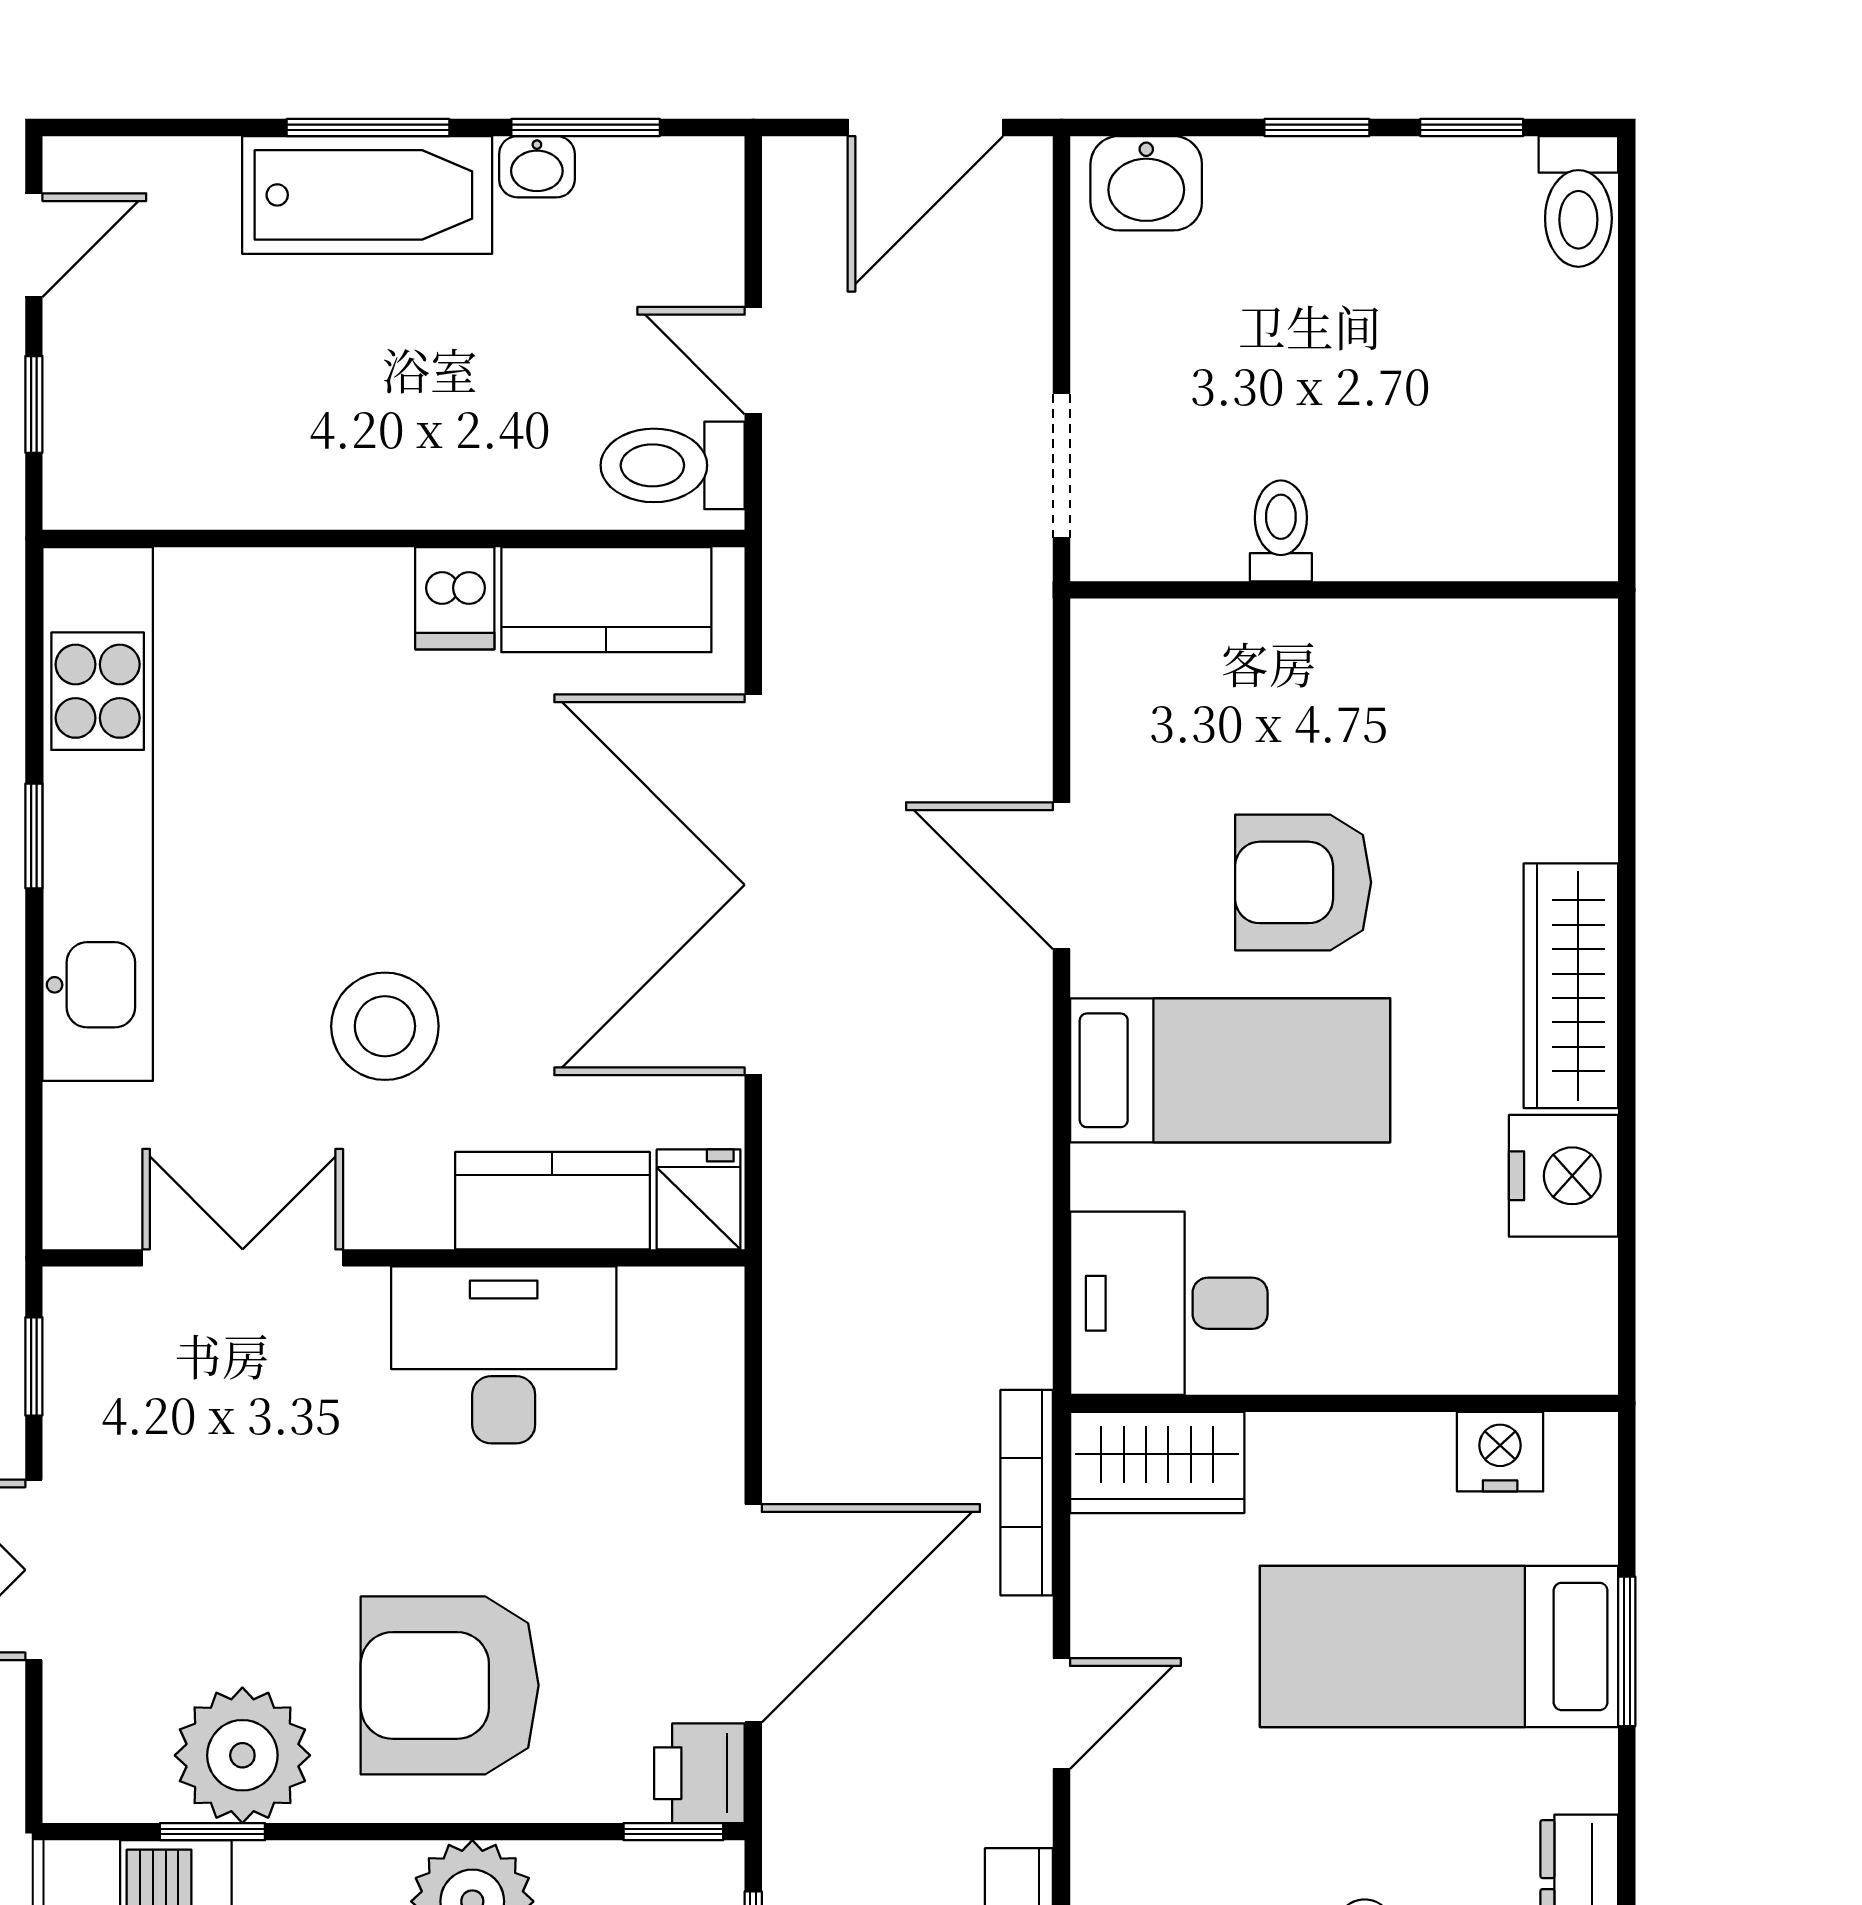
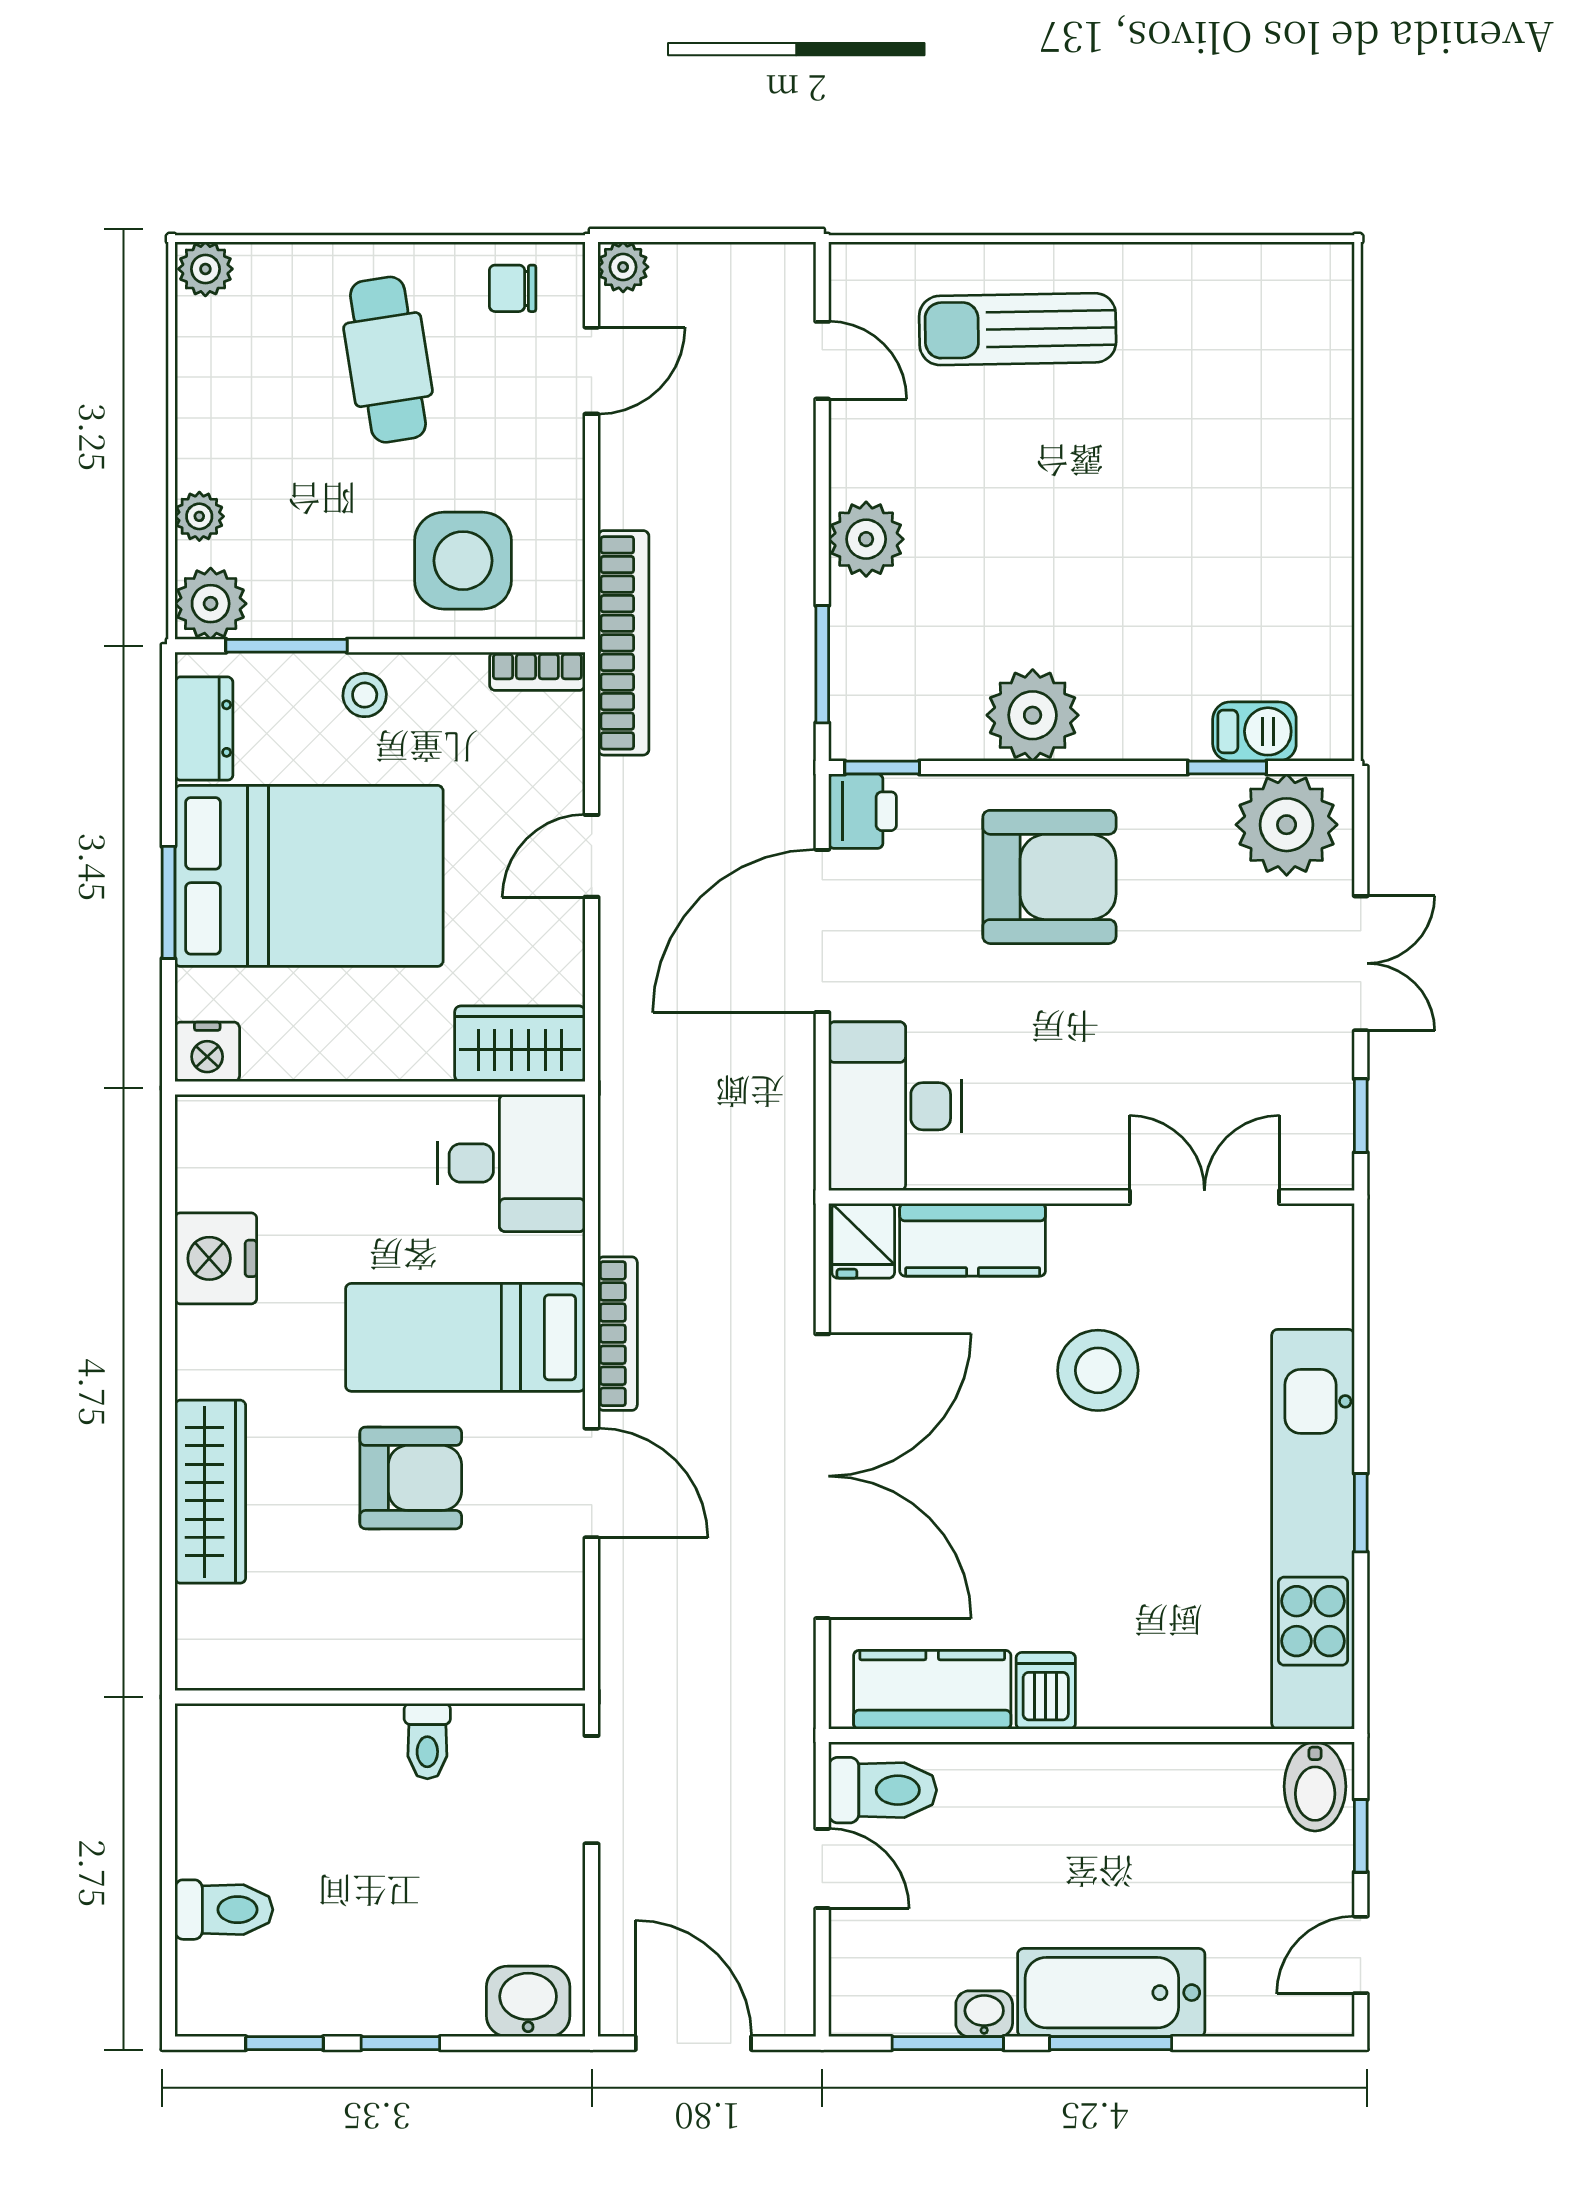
door: (925, 127) -> (693, 2043), hinge flipped
toilet: (1578, 201) -> (224, 1910), moved, turned 90
bidet: (95, 470) -> (1315, 1786), added
wardrobe: (1571, 986) -> (210, 1492), moved
double door: (243, 1258) -> (1204, 1197), swing flipped
desk: (504, 1355) -> (895, 1106), moved, turned 90
nightstand: (1500, 1452) -> (207, 1052), moved
bookcase: (1027, 1493) -> (618, 1334), moved
bed: (1439, 1646) -> (309, 876), width x1.50
plant: (242, 1755) -> (1287, 825), moved

